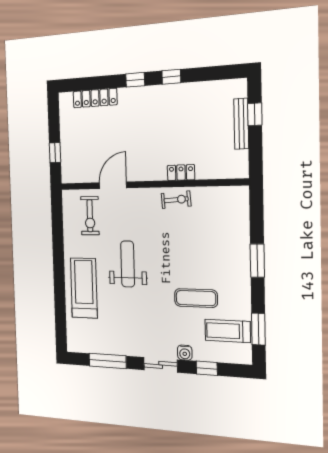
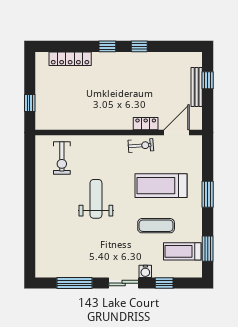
door: (113, 185) -> (177, 132), moved
treadmill: (84, 288) -> (161, 186), moved, turned -90

